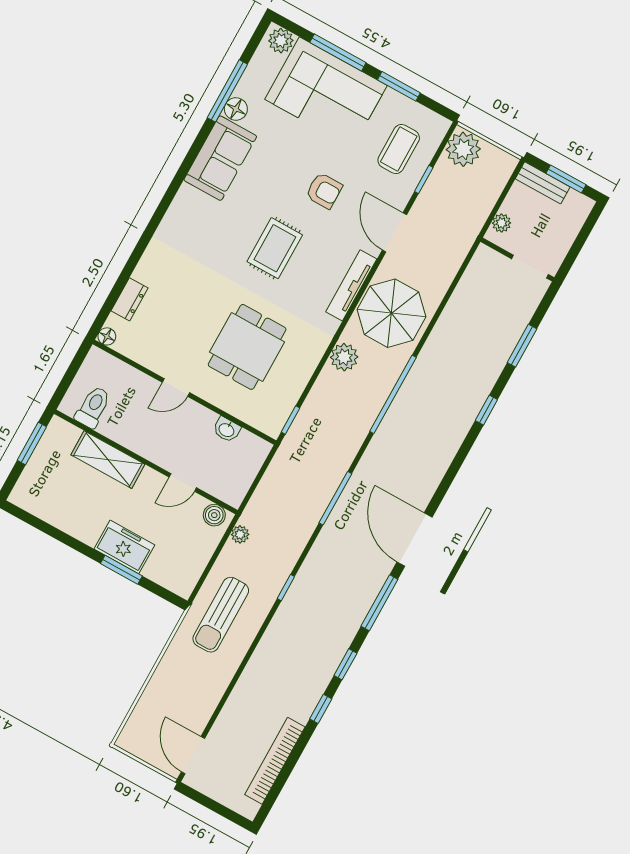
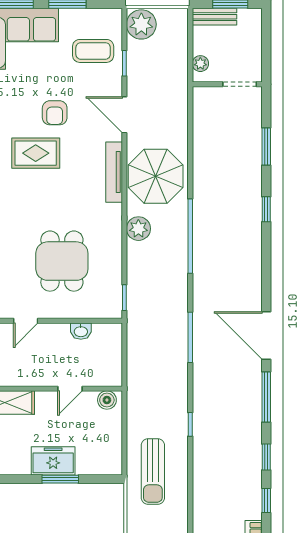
coffee table: (399, 149) -> (93, 51), turned 90
armchair: (324, 191) -> (55, 113), turned 90
rug: (275, 248) -> (36, 153), moved, turned 90
plant: (240, 534) -> (134, 404), removed

